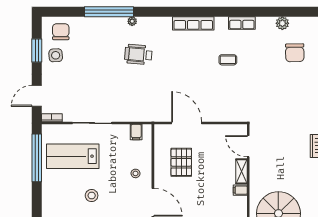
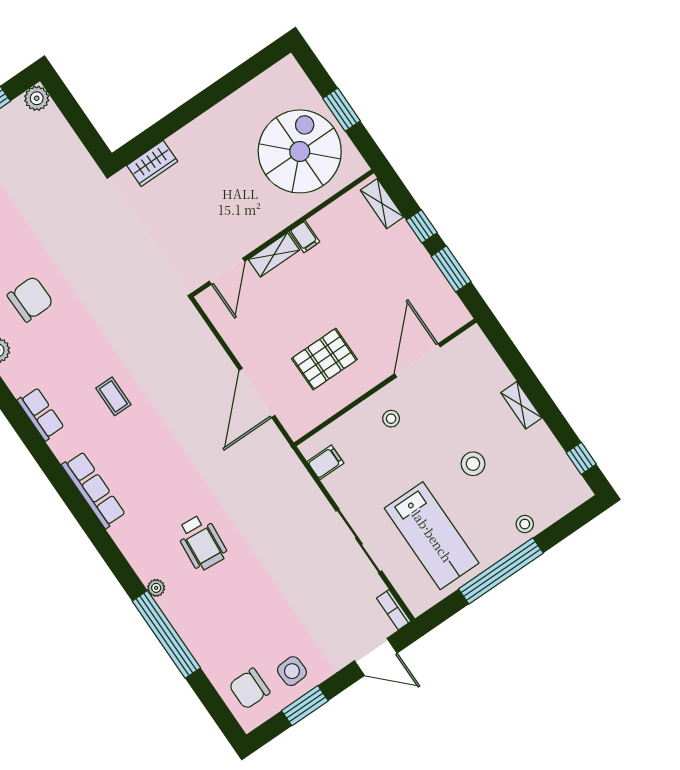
window: (37, 158) -> (501, 571), moved
stool: (50, 200) -> (525, 524), added

